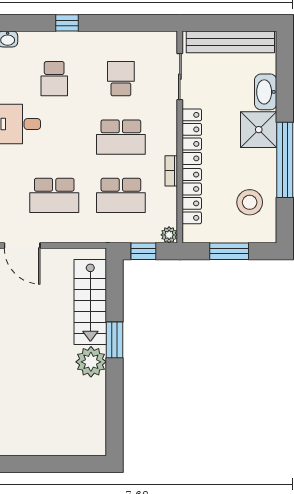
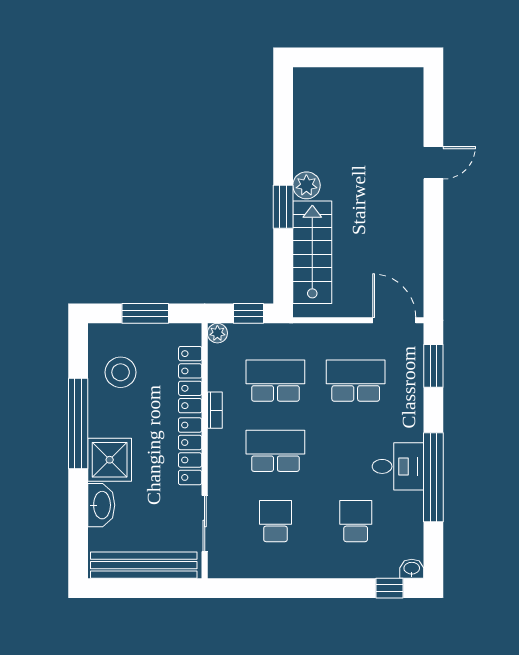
window: (67, 23) -> (390, 588), moved
school desk: (121, 79) -> (275, 521), turned 180
plant: (91, 362) -> (306, 185), width x0.73, depth x0.73

